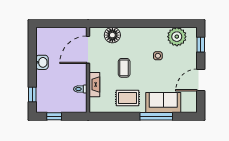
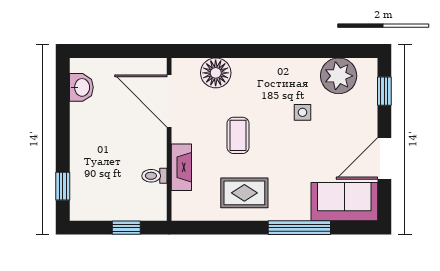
door: (88, 50) -> (169, 101), hinge flipped
washbasin: (42, 62) -> (81, 87), moved
sofa: (163, 103) -> (344, 202), moved
window: (54, 116) -> (126, 228), moved

